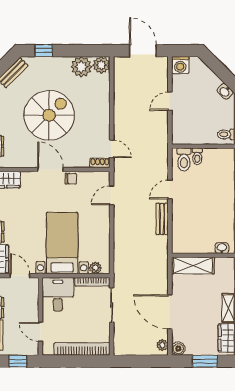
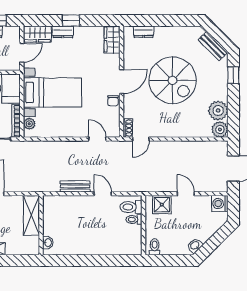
shower: (181, 127) -> (162, 205), added

